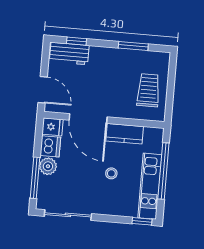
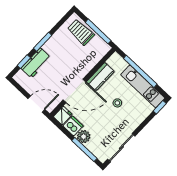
window: (133, 46) -> (43, 42), moved
workbench: (69, 54) -> (36, 63), moved
trolley: (148, 90) -> (81, 32), moved
window: (170, 94) -> (98, 31), added

